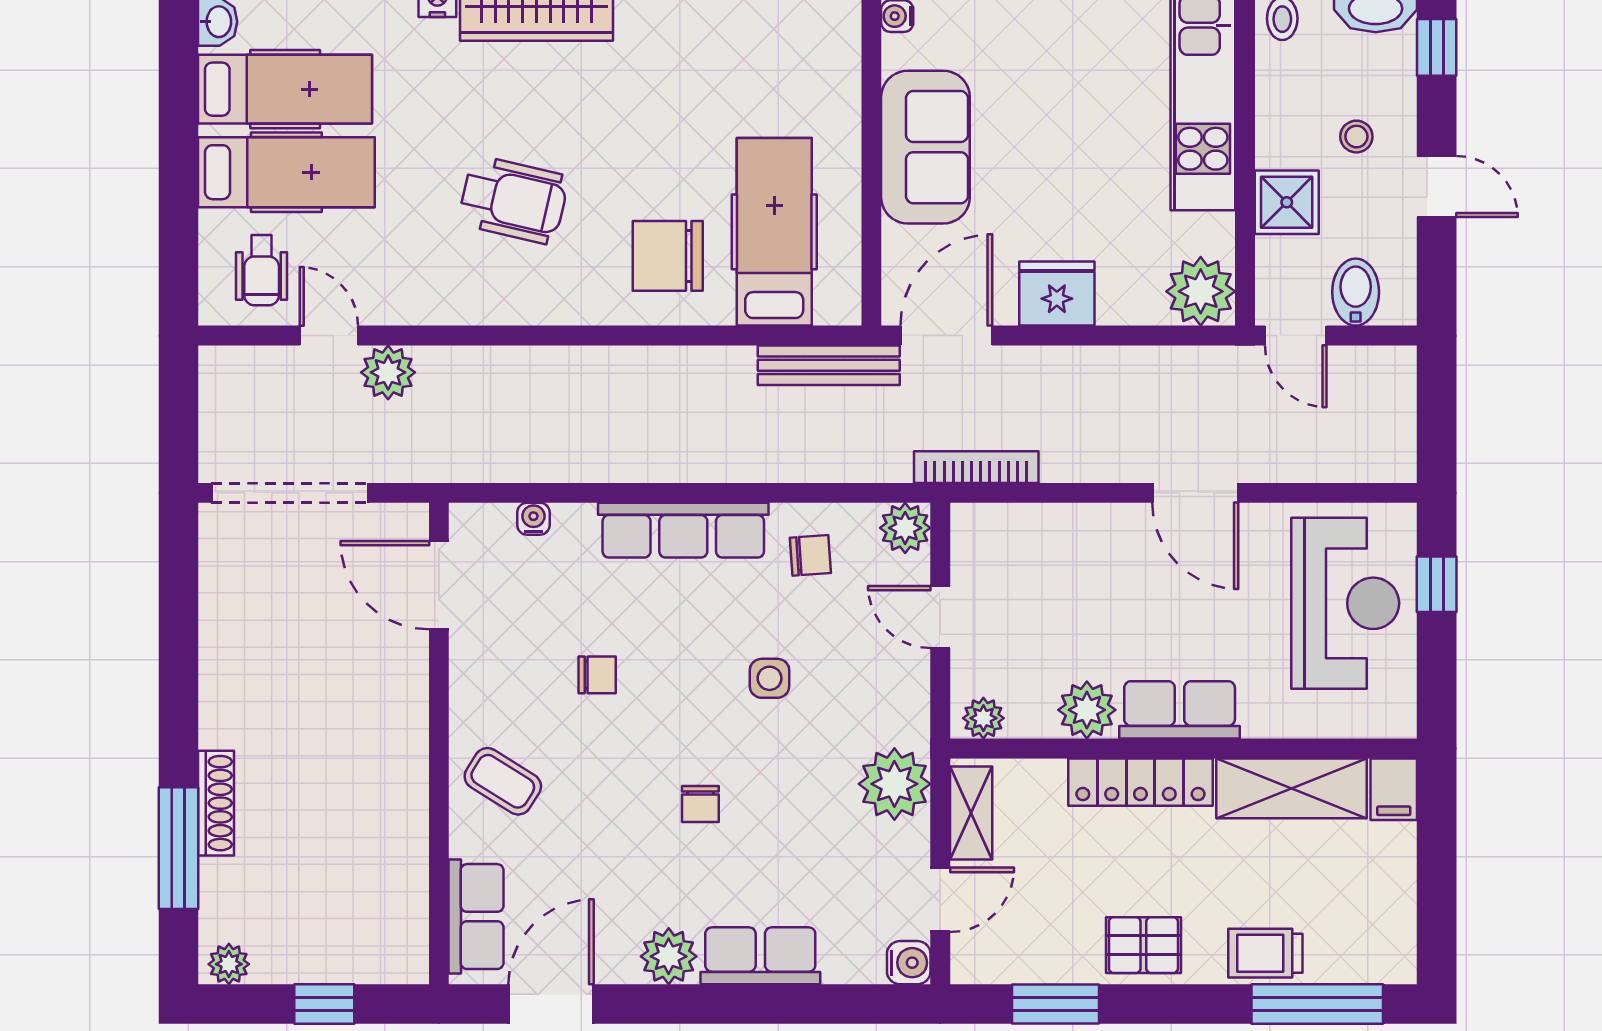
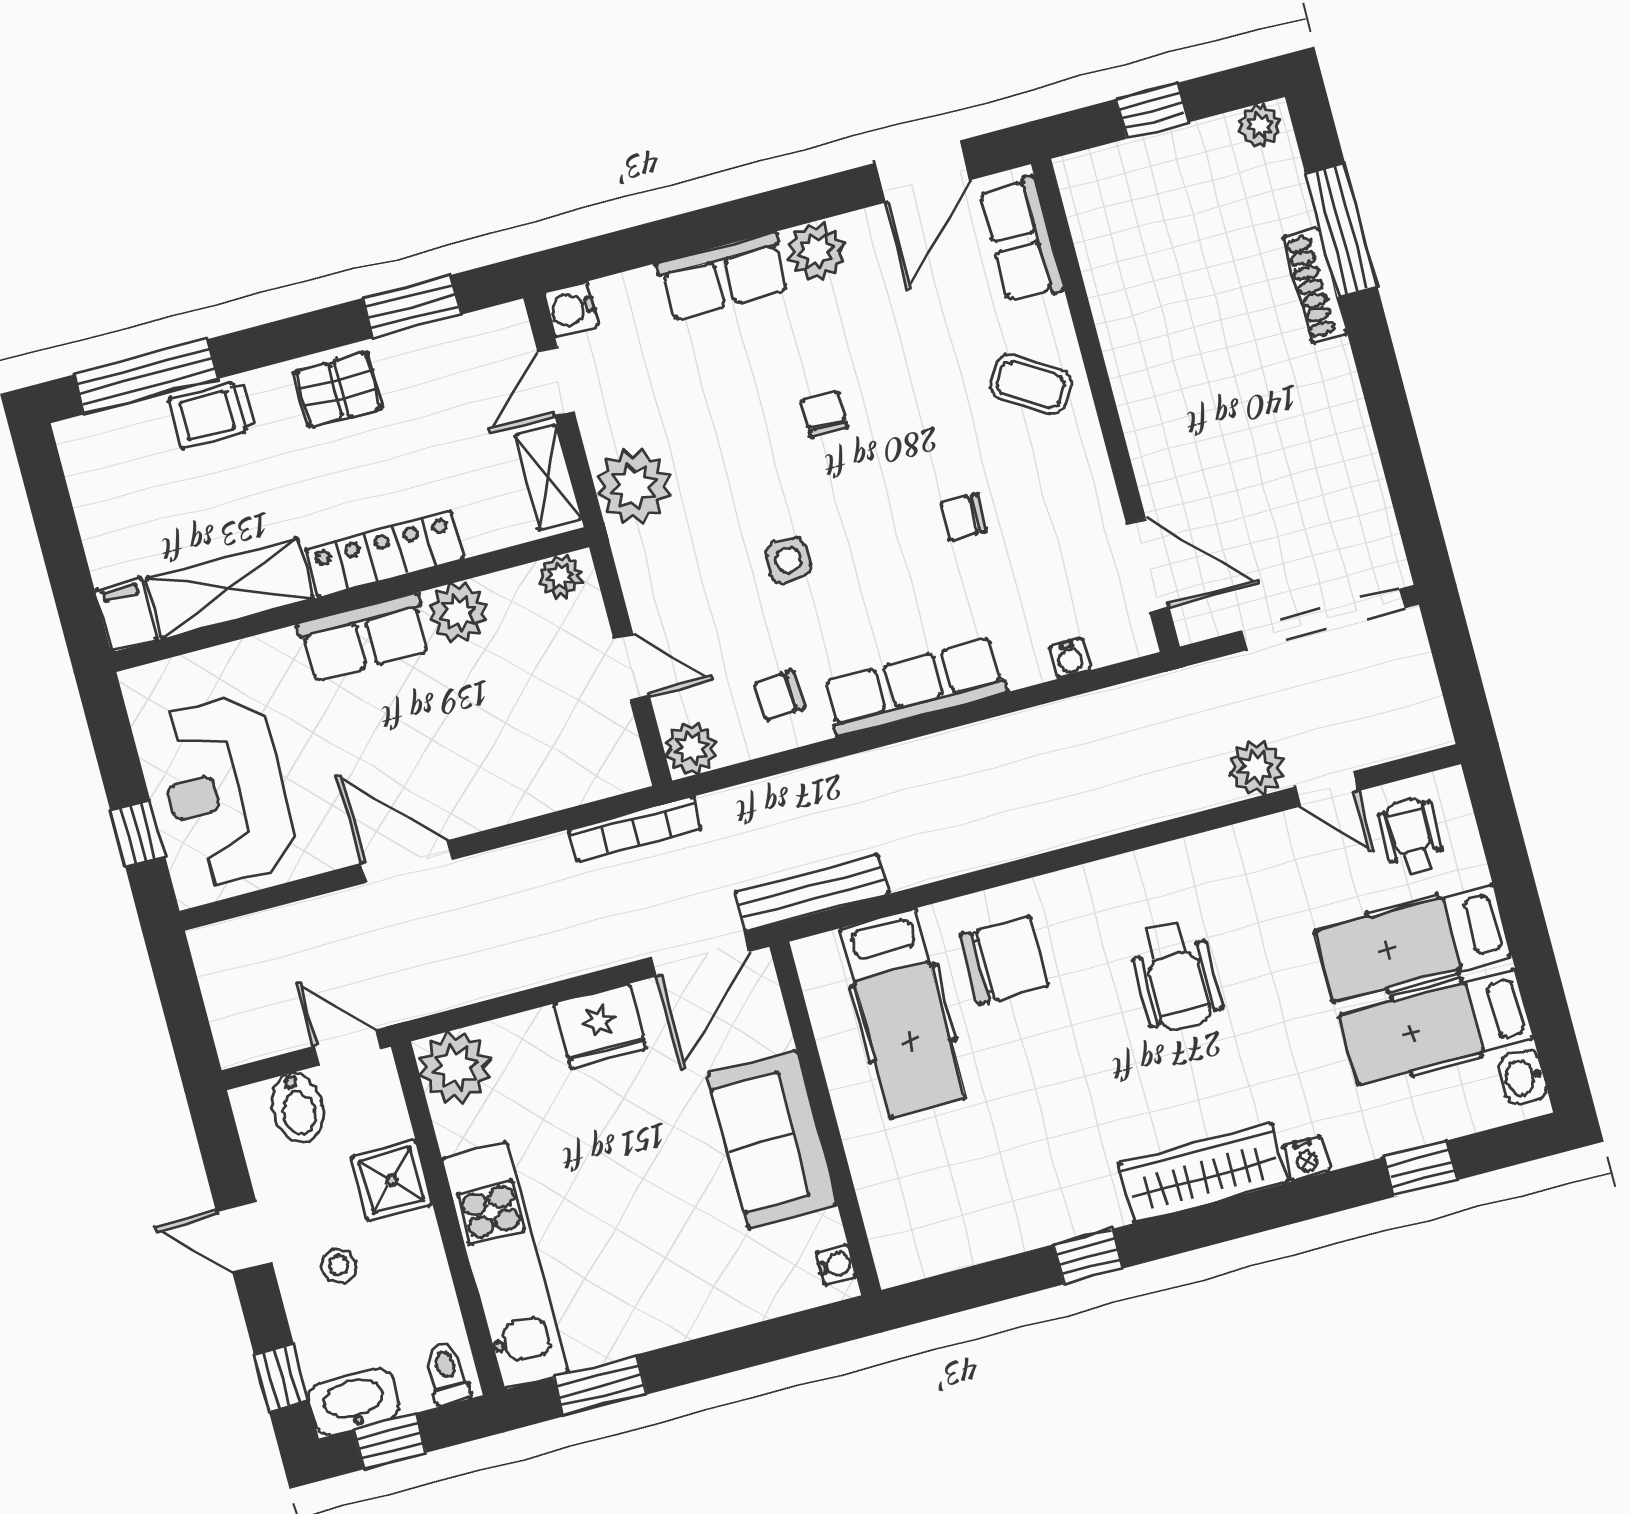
wheelchair: (513, 200) -> (1175, 976), turned -103
trolley: (1265, 953) -> (212, 414), turned 180

